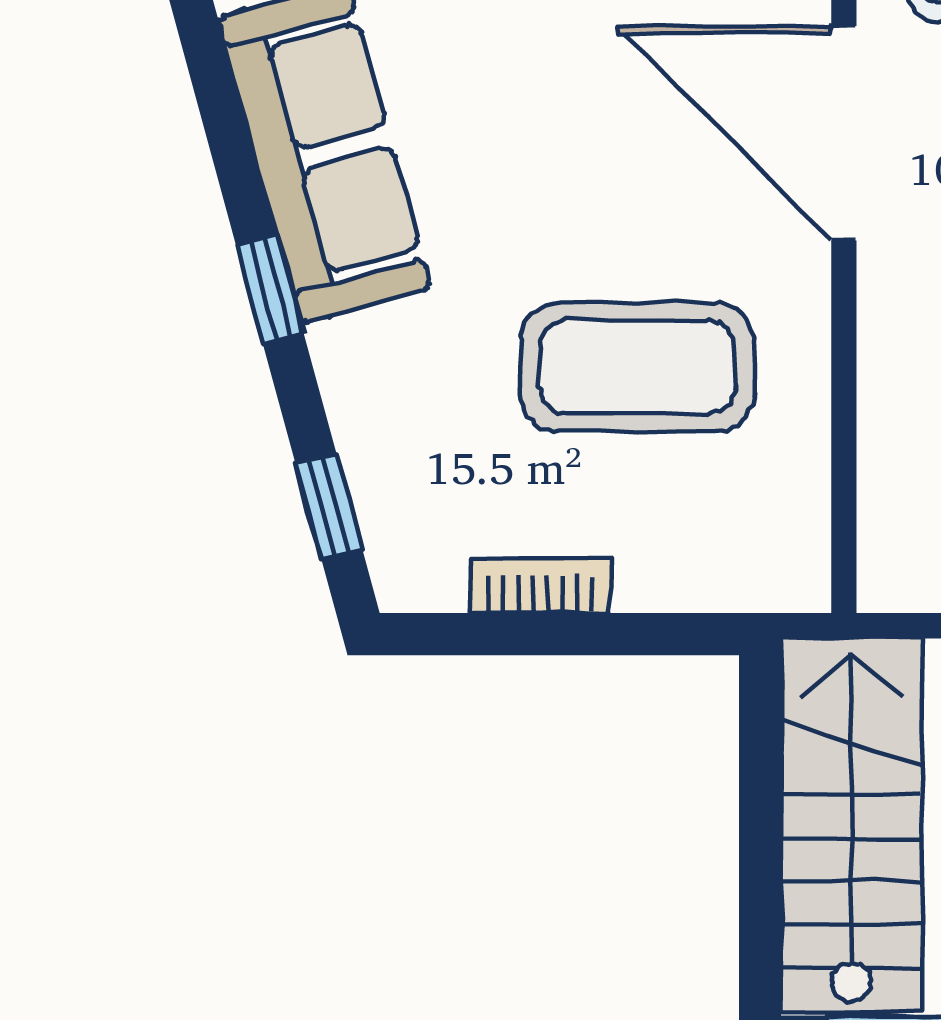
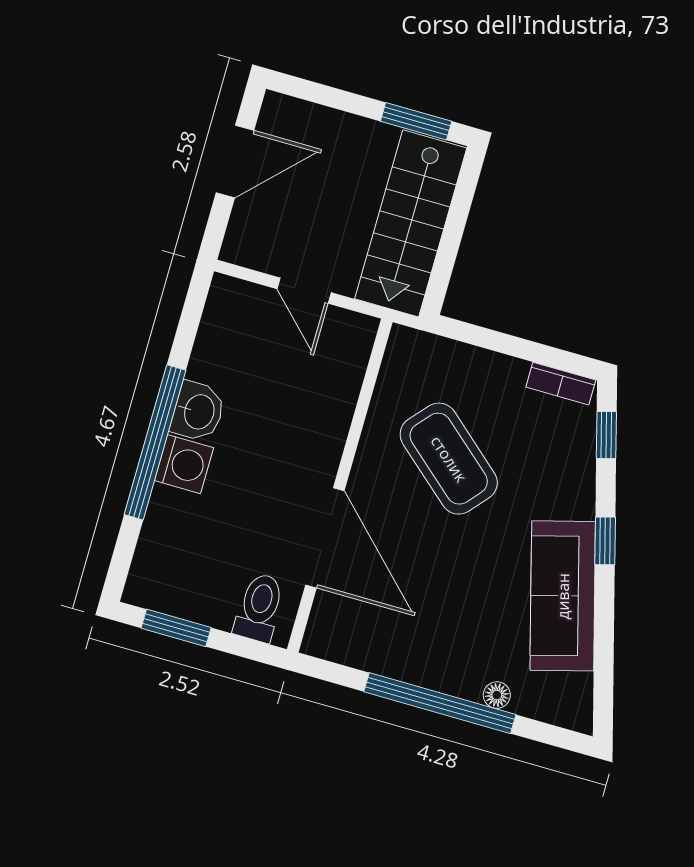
coffee table: (637, 367) -> (449, 459), turned 41
bookcase: (540, 585) -> (561, 384), moved

